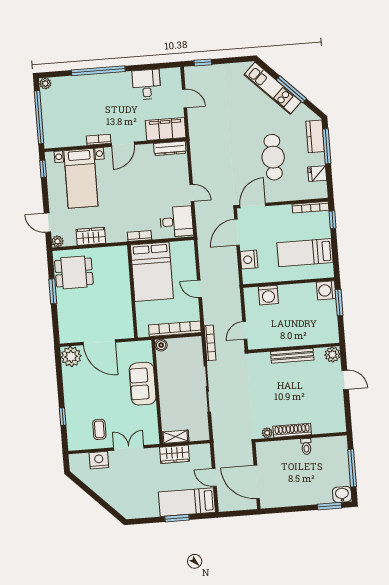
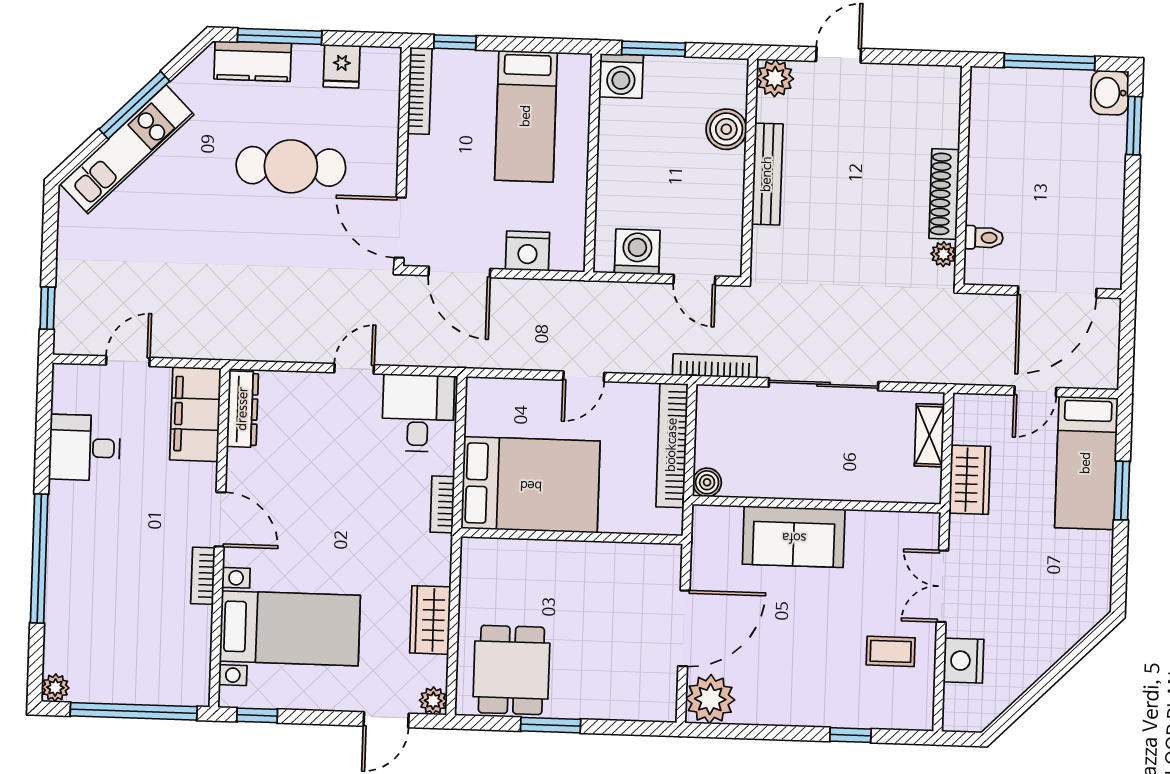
washing machine: (268, 295) -> (637, 252), moved, turned -90
boiler: (309, 337) -> (726, 129), added
shelving: (175, 437) -> (929, 435), moved
toilet: (306, 446) -> (984, 238), moved

